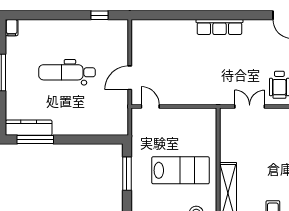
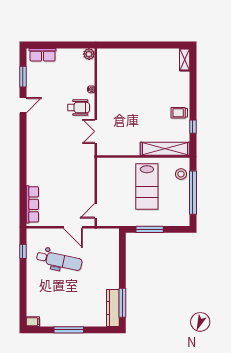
row of seats: (219, 27) -> (32, 204), moved
dental chair: (67, 72) -> (59, 260), moved, turned -78
lab bench: (181, 170) -> (147, 187), turned 180

